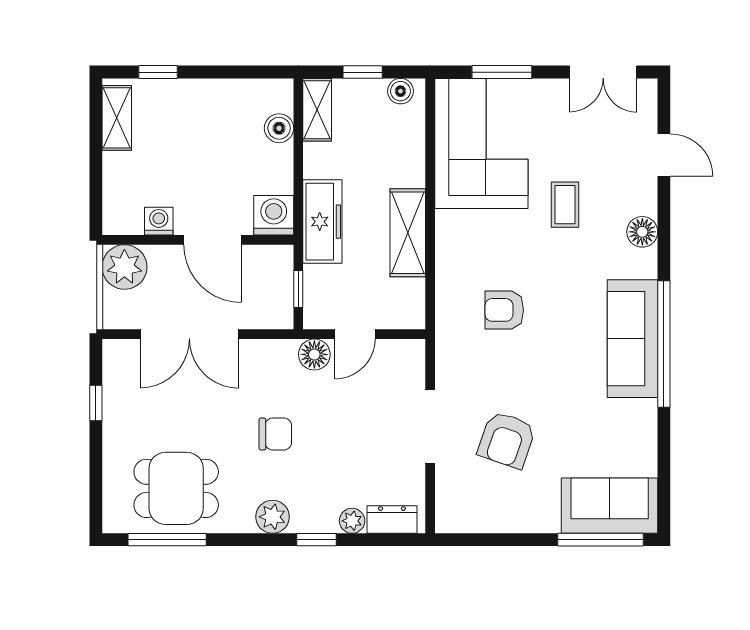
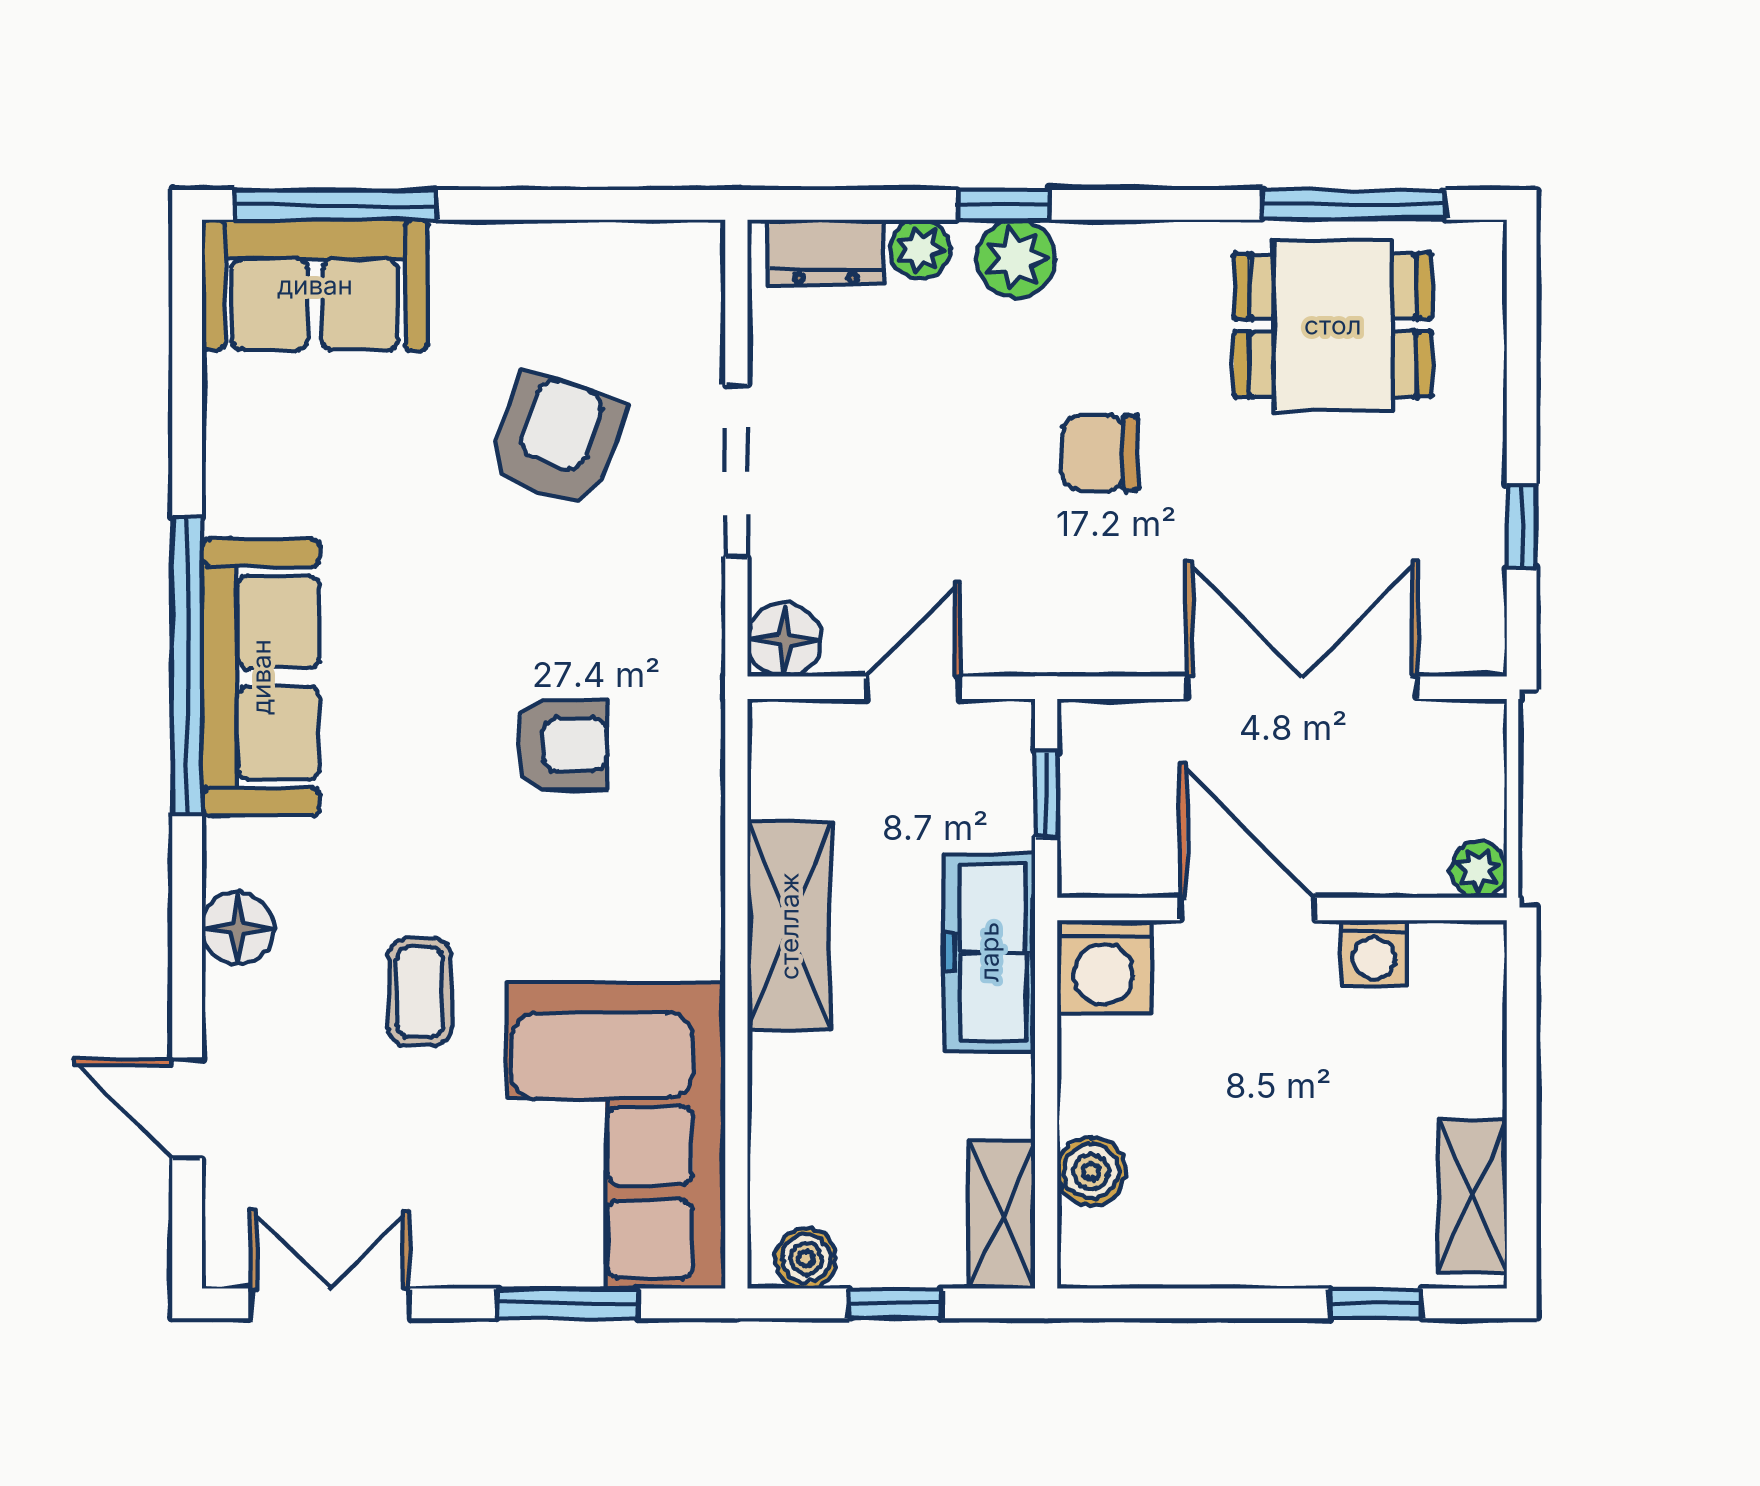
plant: (124, 267) -> (1479, 870), width x0.53, depth x0.53
floor lamp: (314, 354) -> (784, 640), moved
plant: (272, 517) -> (1015, 259), moved

